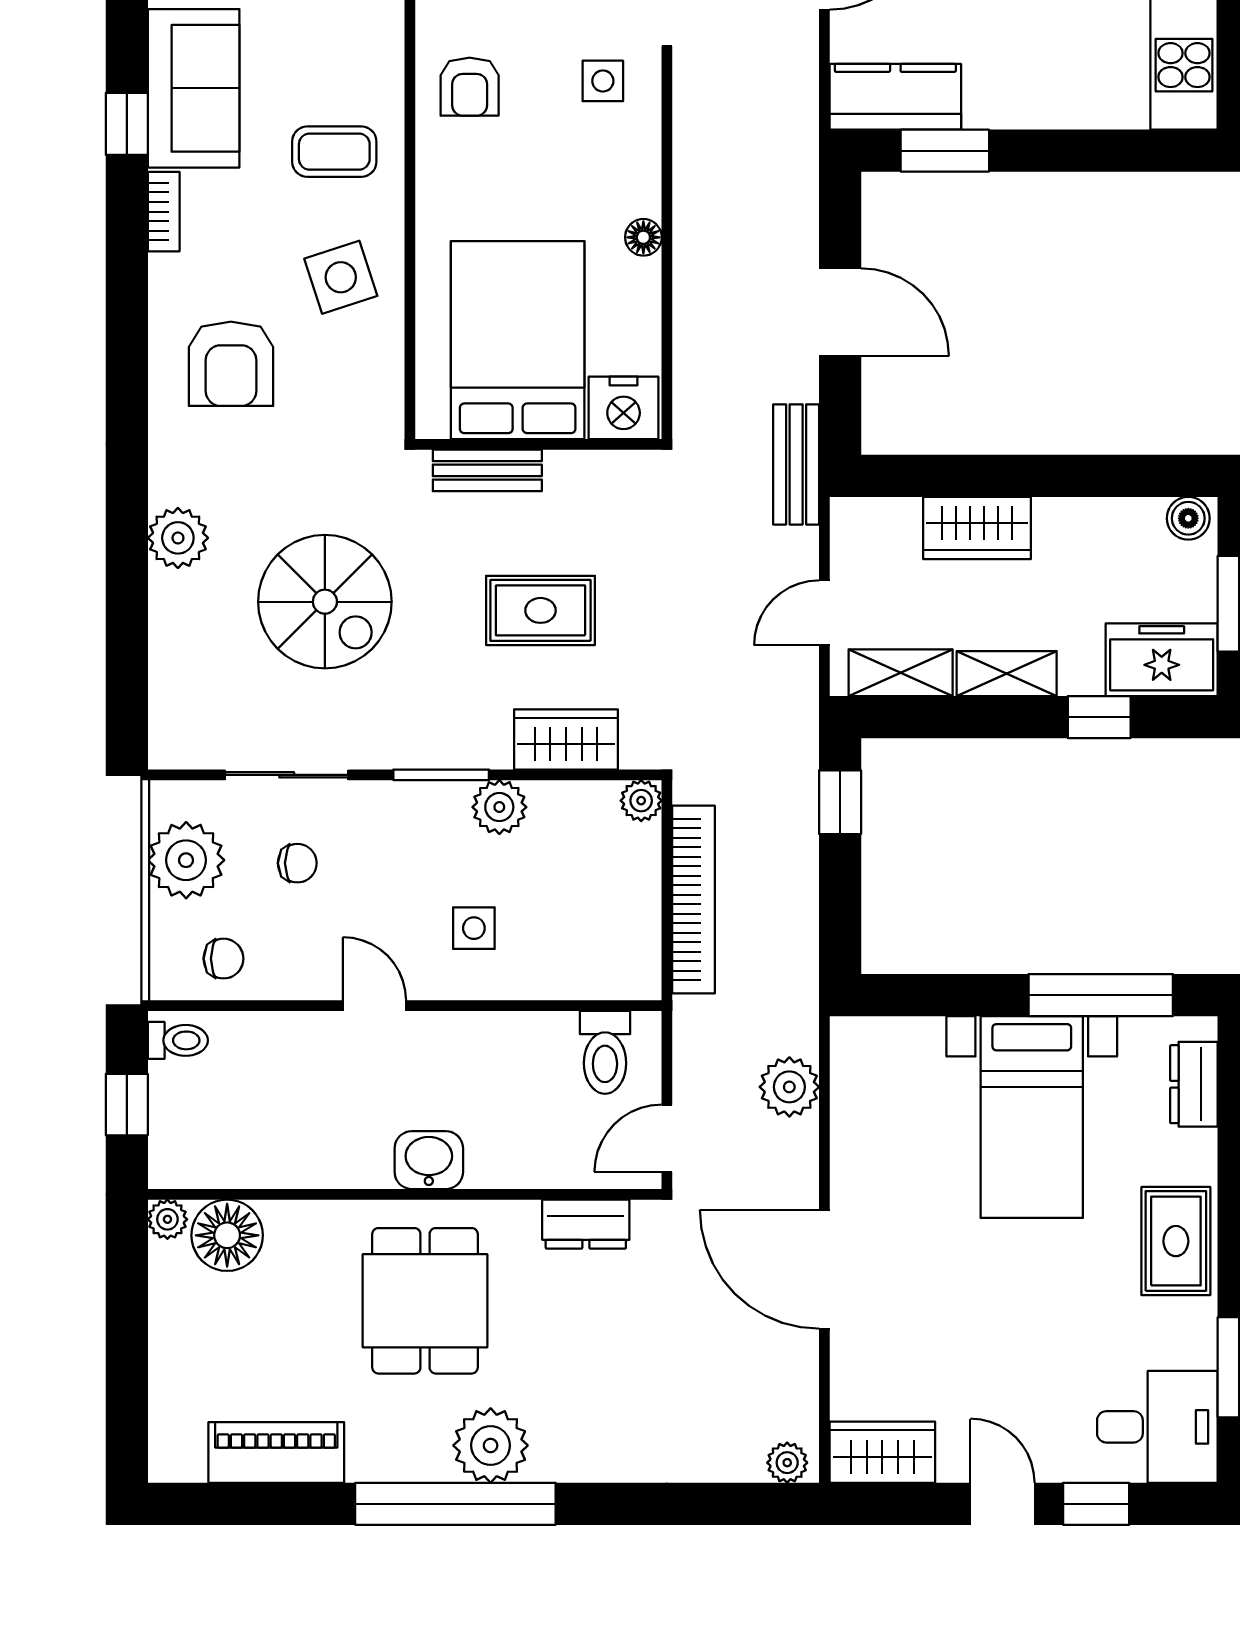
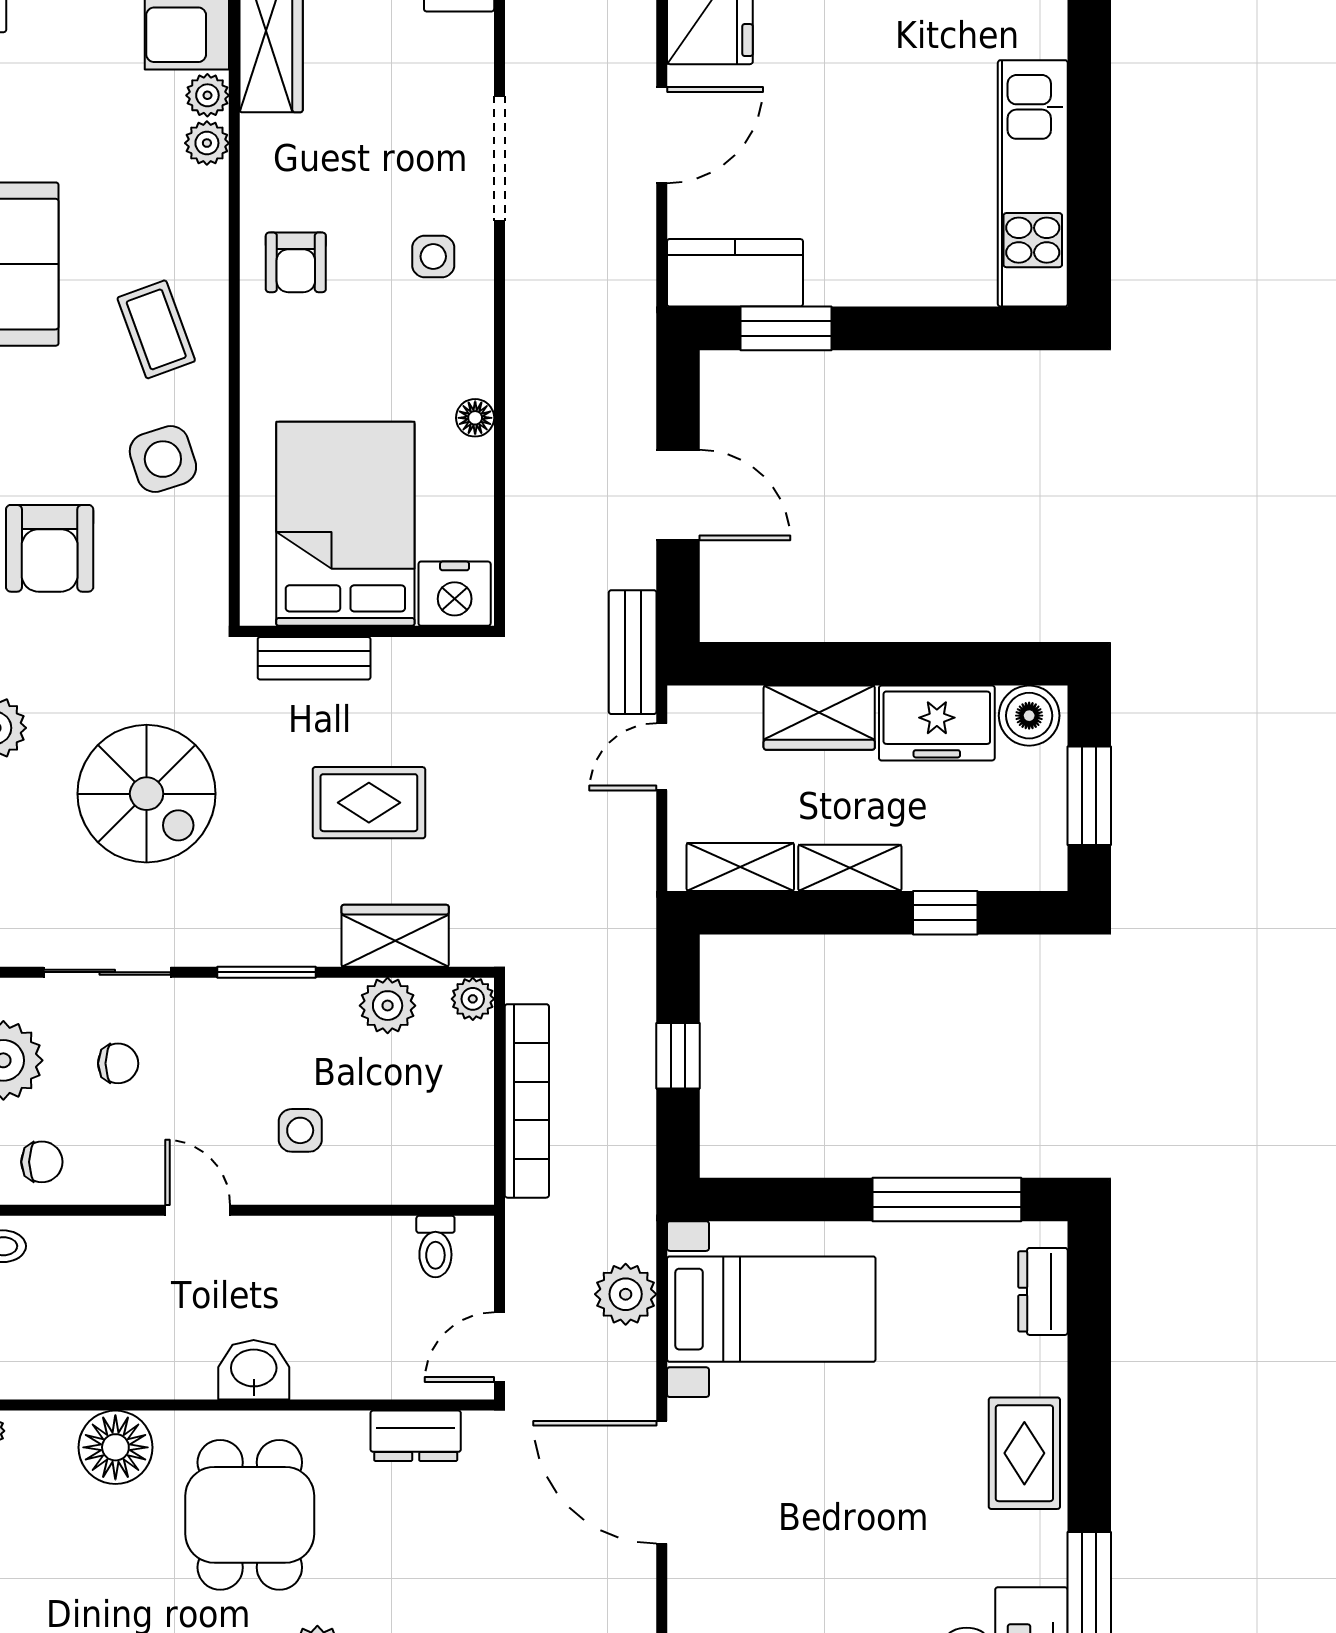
coffee table: (334, 152) -> (156, 329), turned 70
boiler: (1188, 518) -> (1029, 716), width x1.36, depth x1.36
door: (824, 613) -> (662, 757), moved
freezer: (1162, 660) -> (937, 723), moved, turned 180
window: (840, 802) -> (678, 1056), moved
plant: (499, 807) -> (388, 1006), moved
toilet: (605, 1052) -> (435, 1247), width x0.73, depth x0.72
bed with nightstands: (1032, 1117) -> (771, 1309), moved, turned -90
floor lamp: (227, 1235) -> (115, 1447), moved

